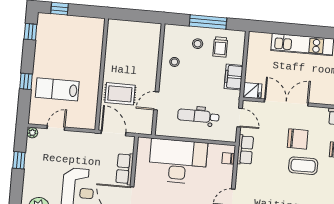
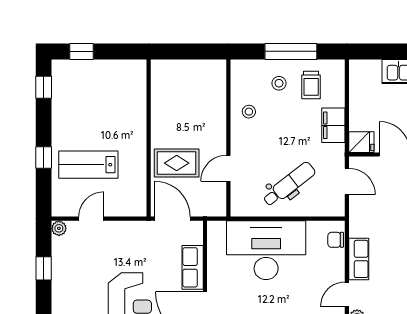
dental chair: (198, 116) -> (289, 184), turned 142
row of seats: (245, 150) -> (359, 259), moved

